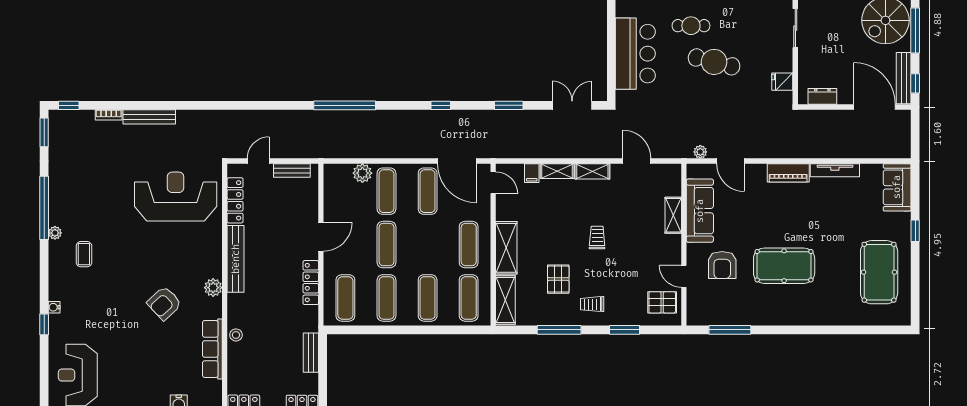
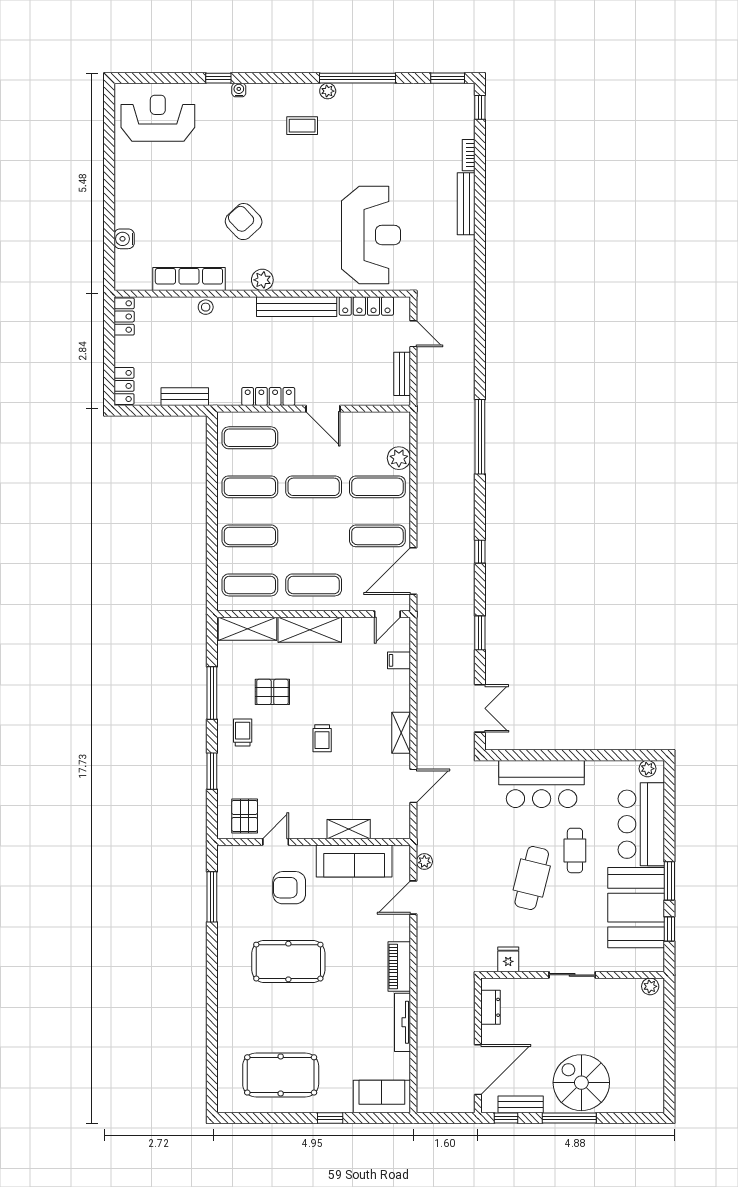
bench: (904, 78) -> (521, 1104), width x0.73
shelving: (557, 171) -> (401, 691), removed
trolley: (597, 237) -> (322, 738), turned 90
pool table: (784, 266) -> (288, 962), turned 90

